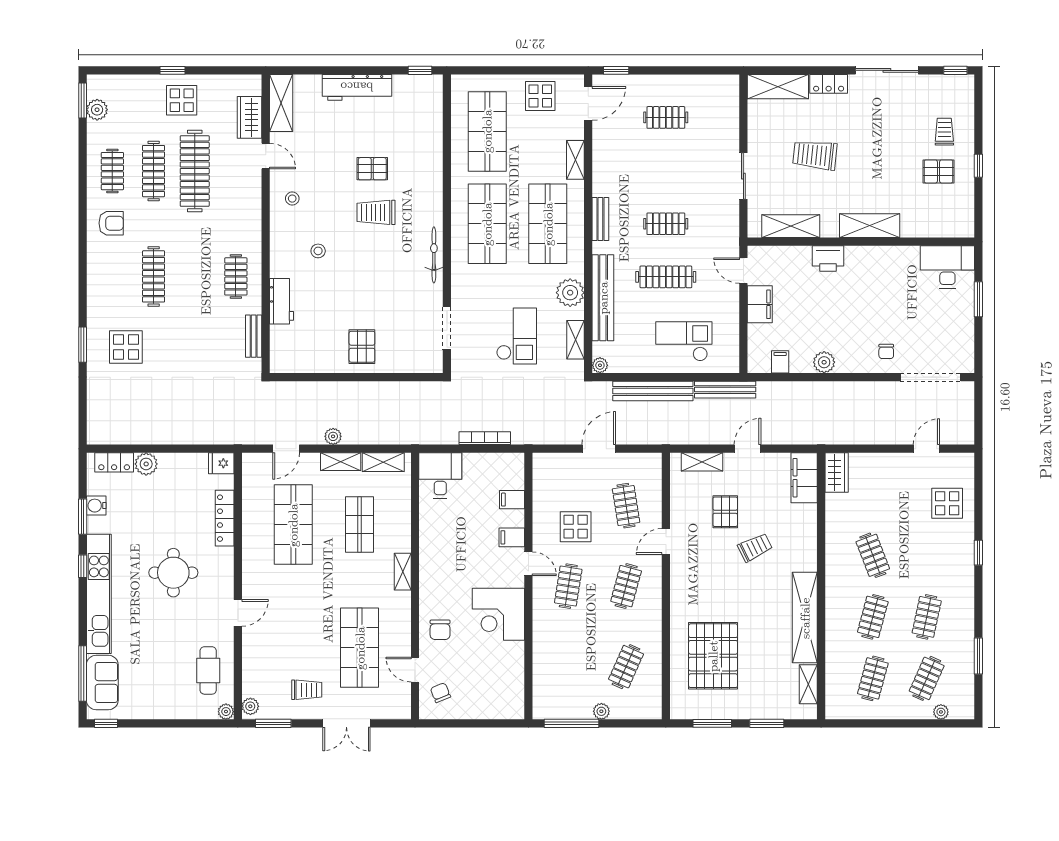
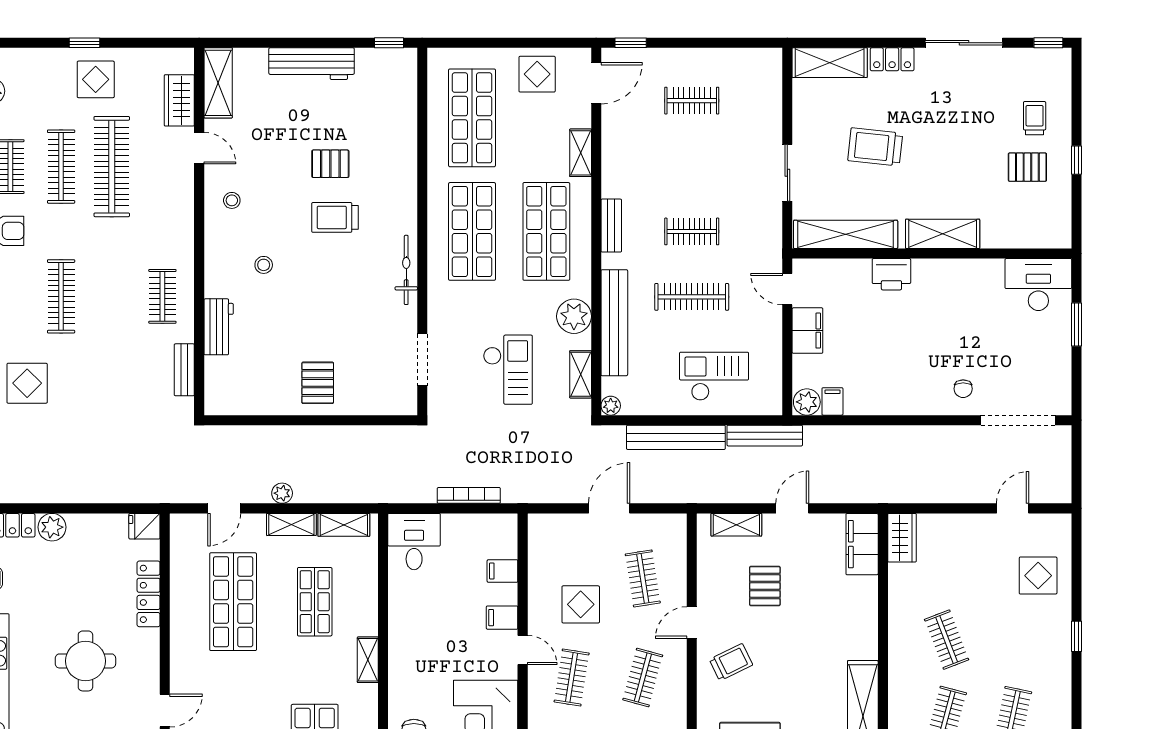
shelving: (791, 226) -> (846, 234), width x1.47
plant: (824, 362) -> (807, 402), moved
trolley: (755, 547) -> (731, 662), moved

